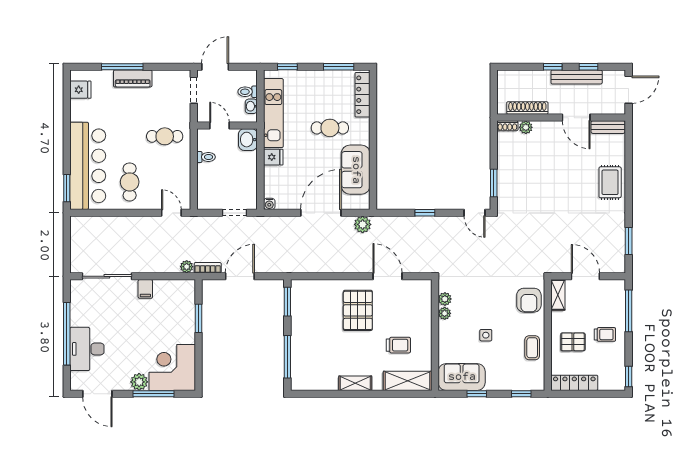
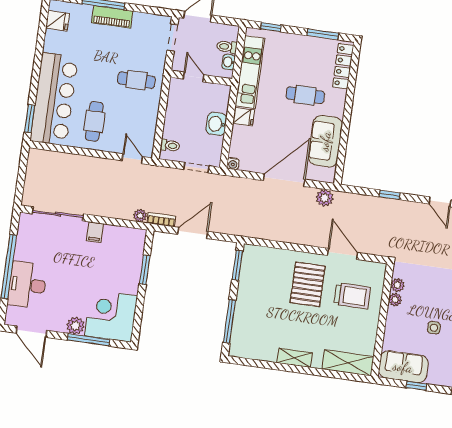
washbasin: (248, 140) -> (216, 124), moved
toilet: (206, 157) -> (170, 145), moved
trolley: (398, 345) -> (352, 296), moved, width x1.36, depth x1.39

